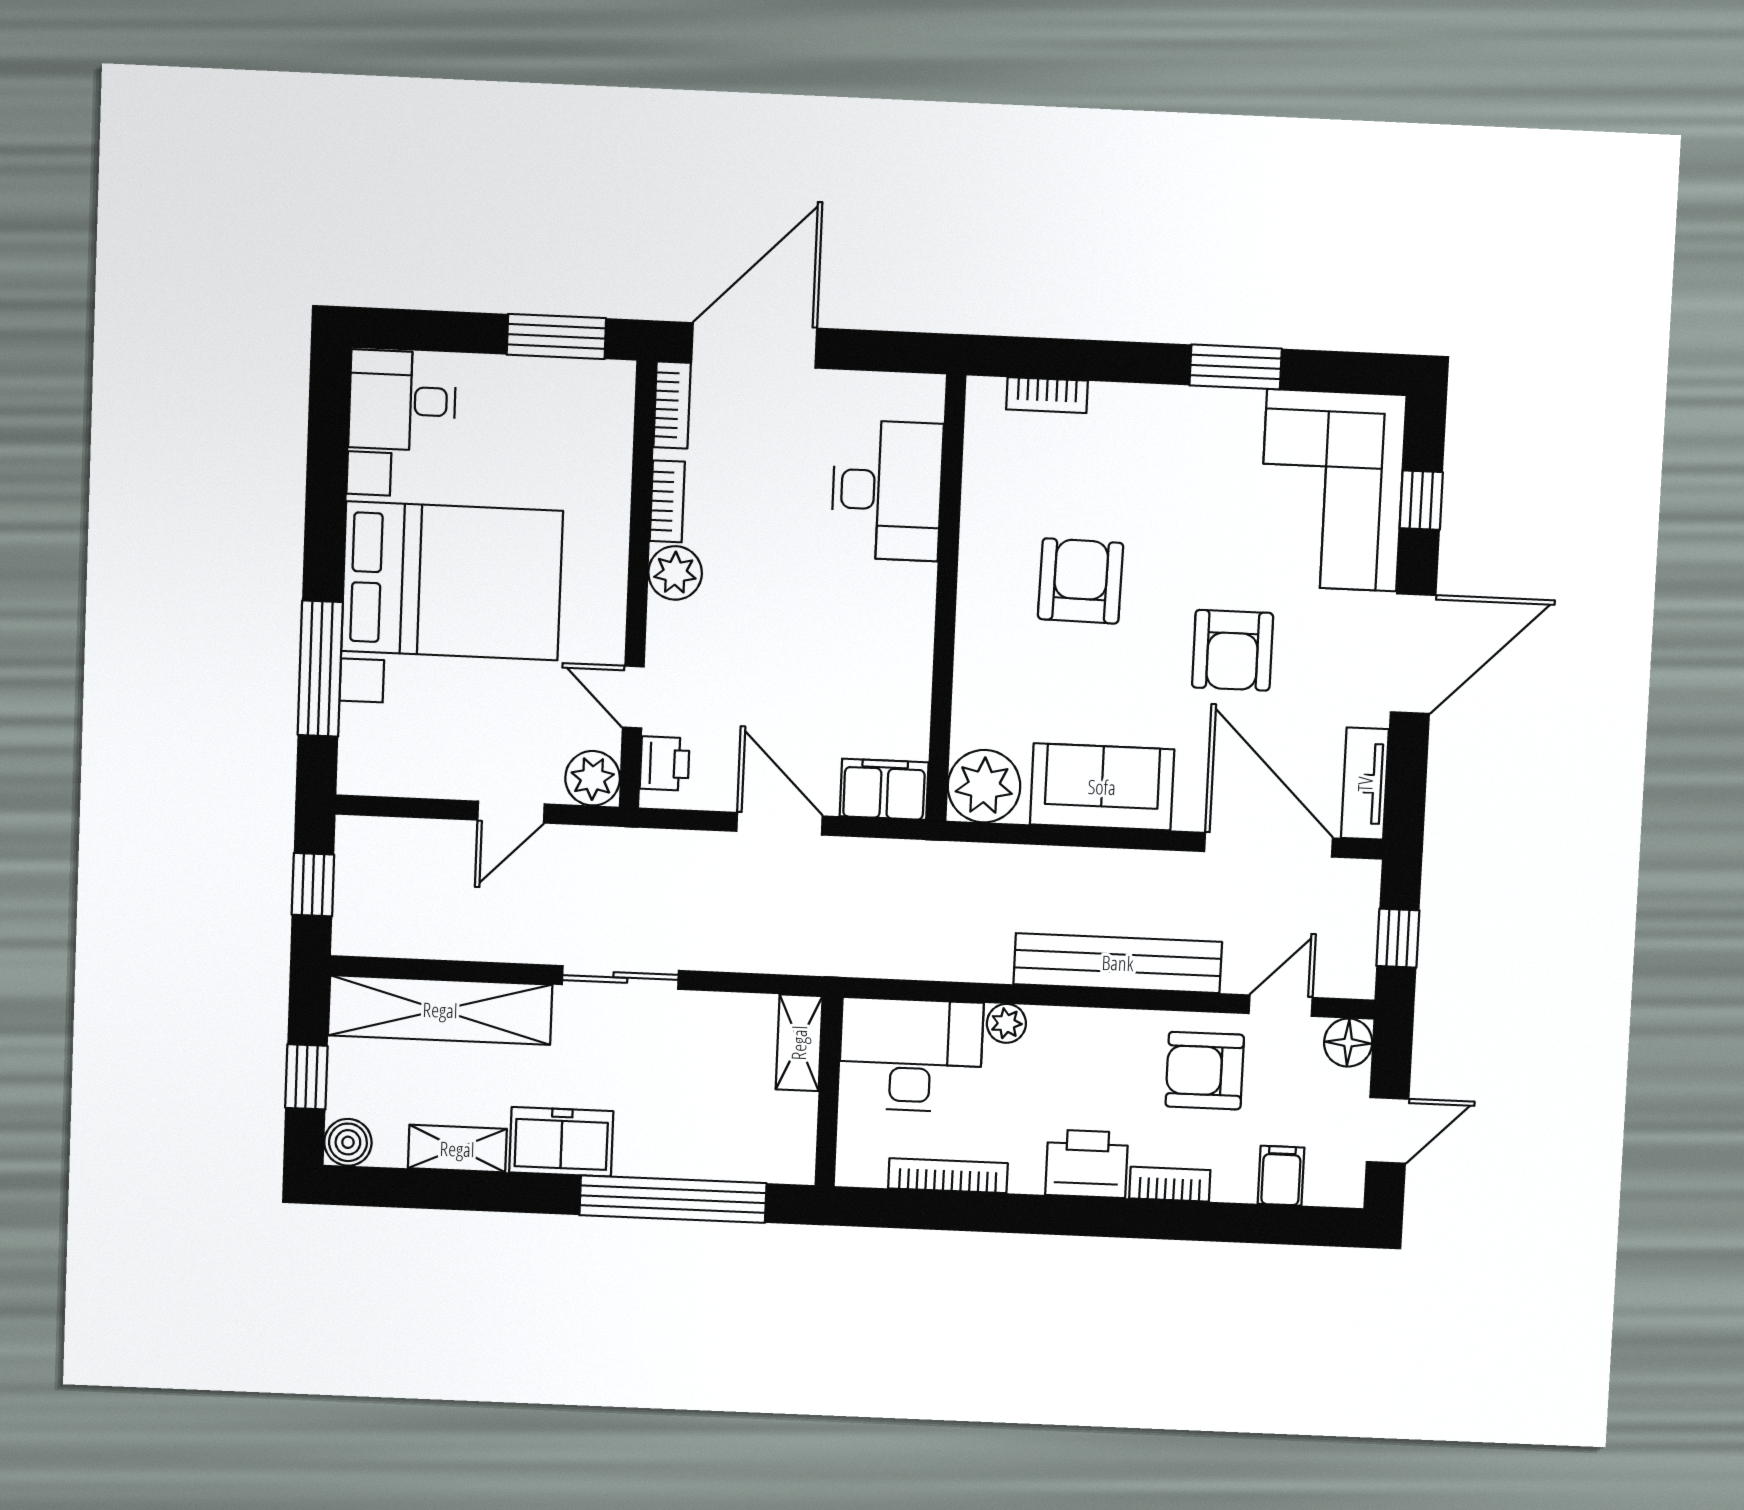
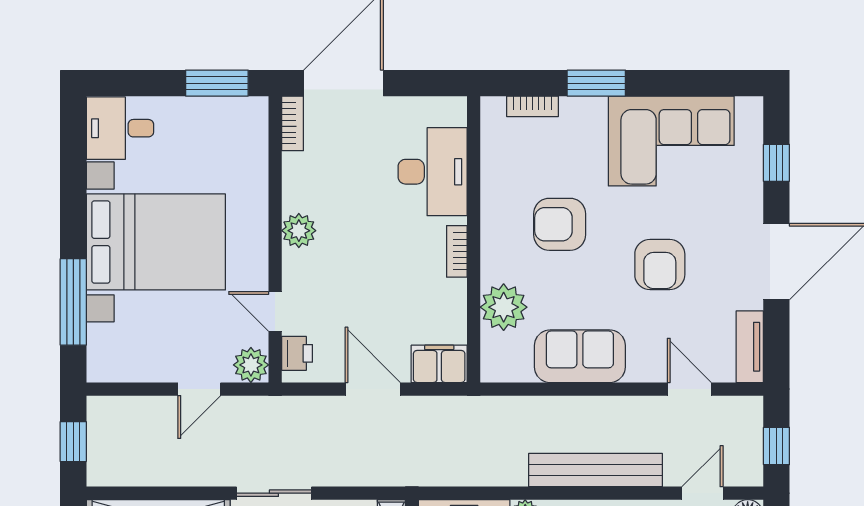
window: (1236, 367) -> (596, 83), moved
corner sofa: (1332, 490) -> (671, 141), moved, turned -90
bookcase: (667, 501) -> (457, 251), moved, turned 180
armchair: (1081, 581) -> (560, 224), turned -91
plant: (984, 786) -> (504, 307), moved
door: (1269, 845) -> (689, 389), width x0.53

